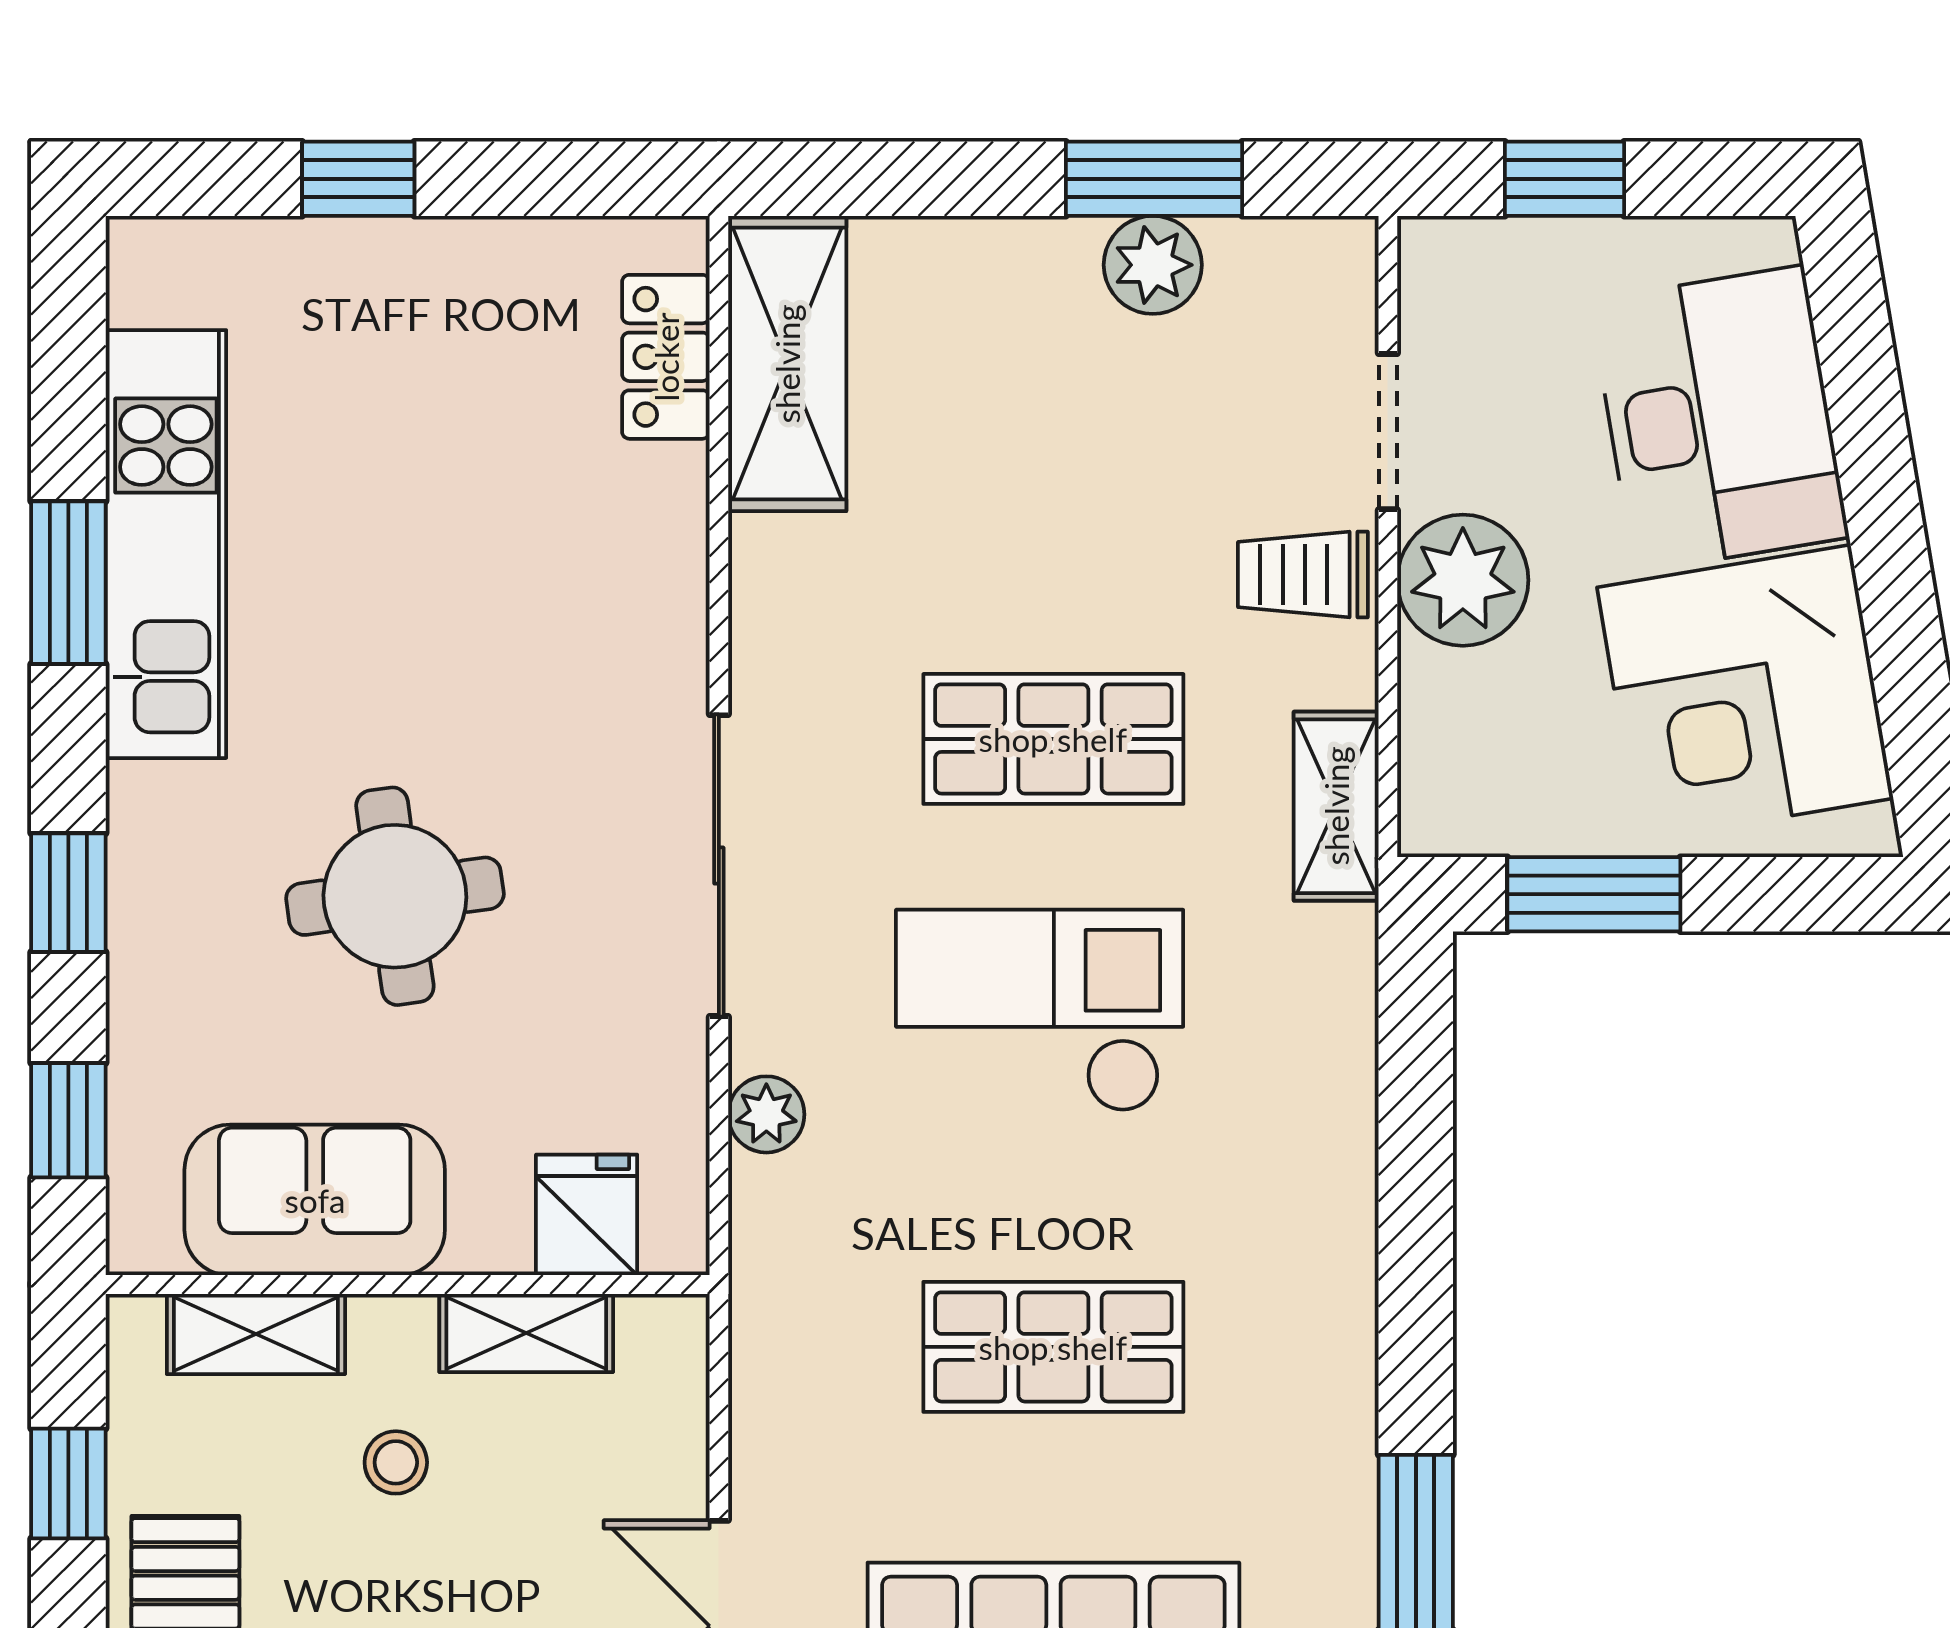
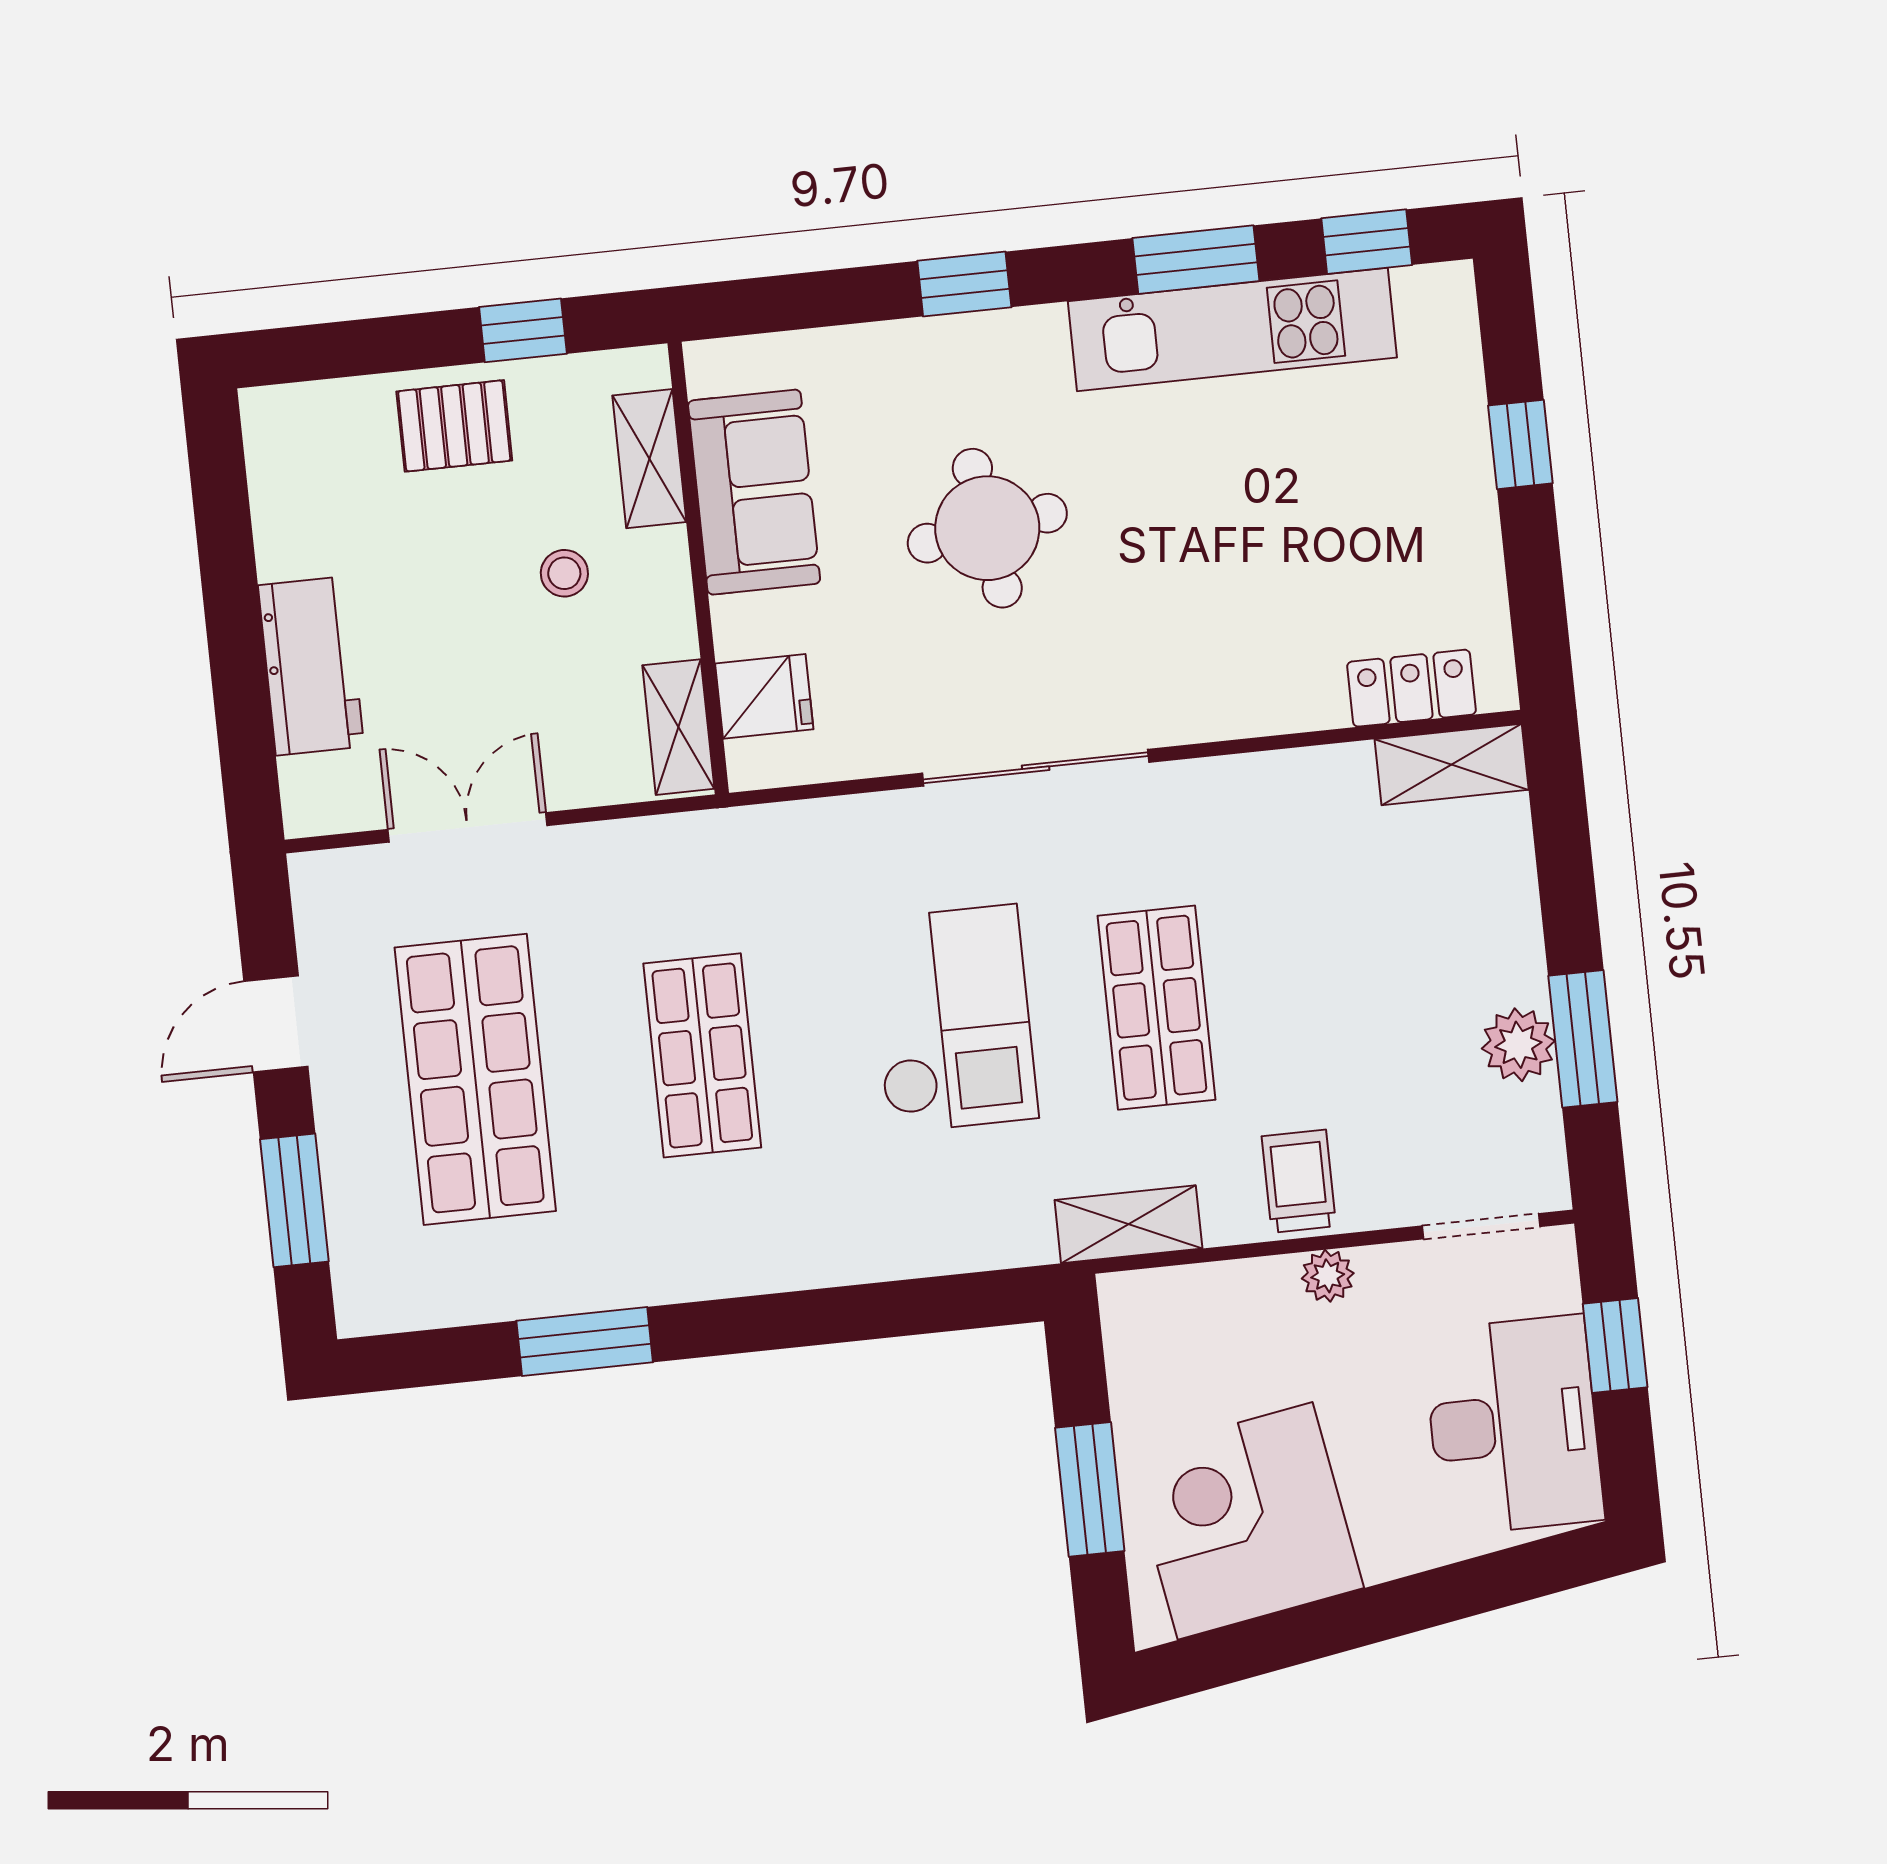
shelving: (787, 364) -> (1452, 764), width x0.67, depth x0.75
desk: (1719, 419) -> (1513, 1425), moved, turned -80
doorway: (1388, 432) -> (1481, 1226), moved
plant: (1463, 580) -> (1328, 1276), width x0.53, depth x0.53
window: (1594, 894) -> (1090, 1489), moved
plant: (766, 1114) -> (853, 823), removed
window: (68, 1120) -> (1367, 242), moved
shelving: (526, 1333) -> (678, 727), moved

